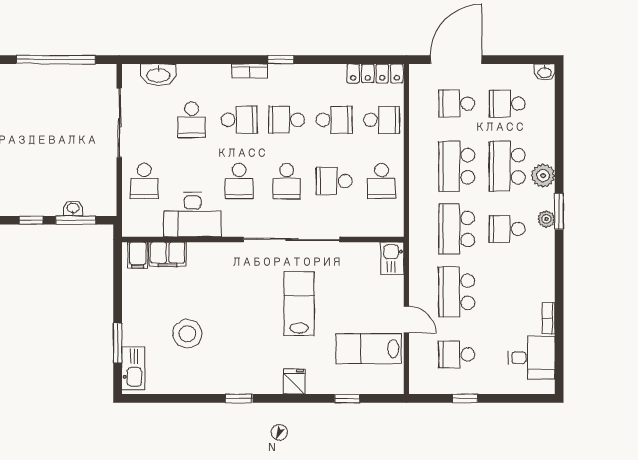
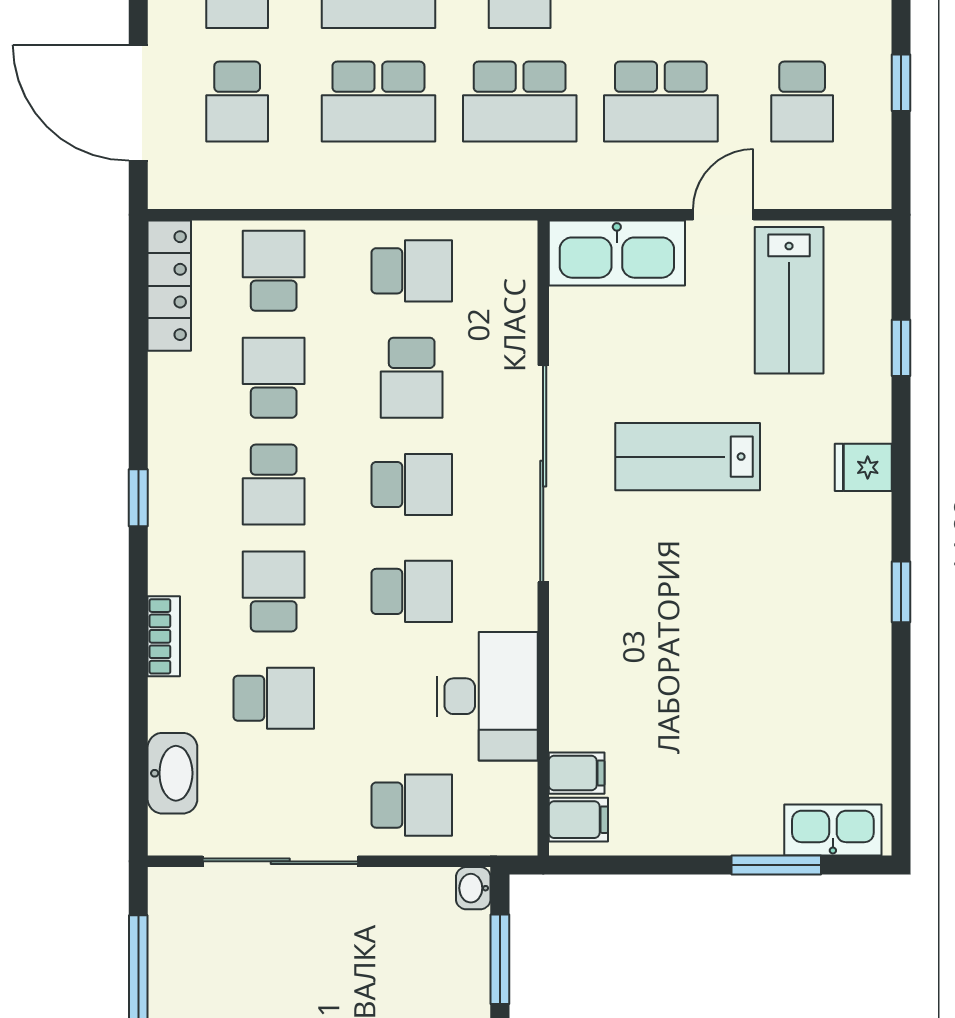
bookcase: (249, 71) -> (164, 636), moved
washbasin: (73, 208) -> (473, 888), moved
filing cabinet: (168, 254) -> (577, 773), width x0.50
kitchen sink: (392, 258) -> (617, 253), width x1.88, depth x1.24
stool: (187, 334) -> (755, 708), removed

